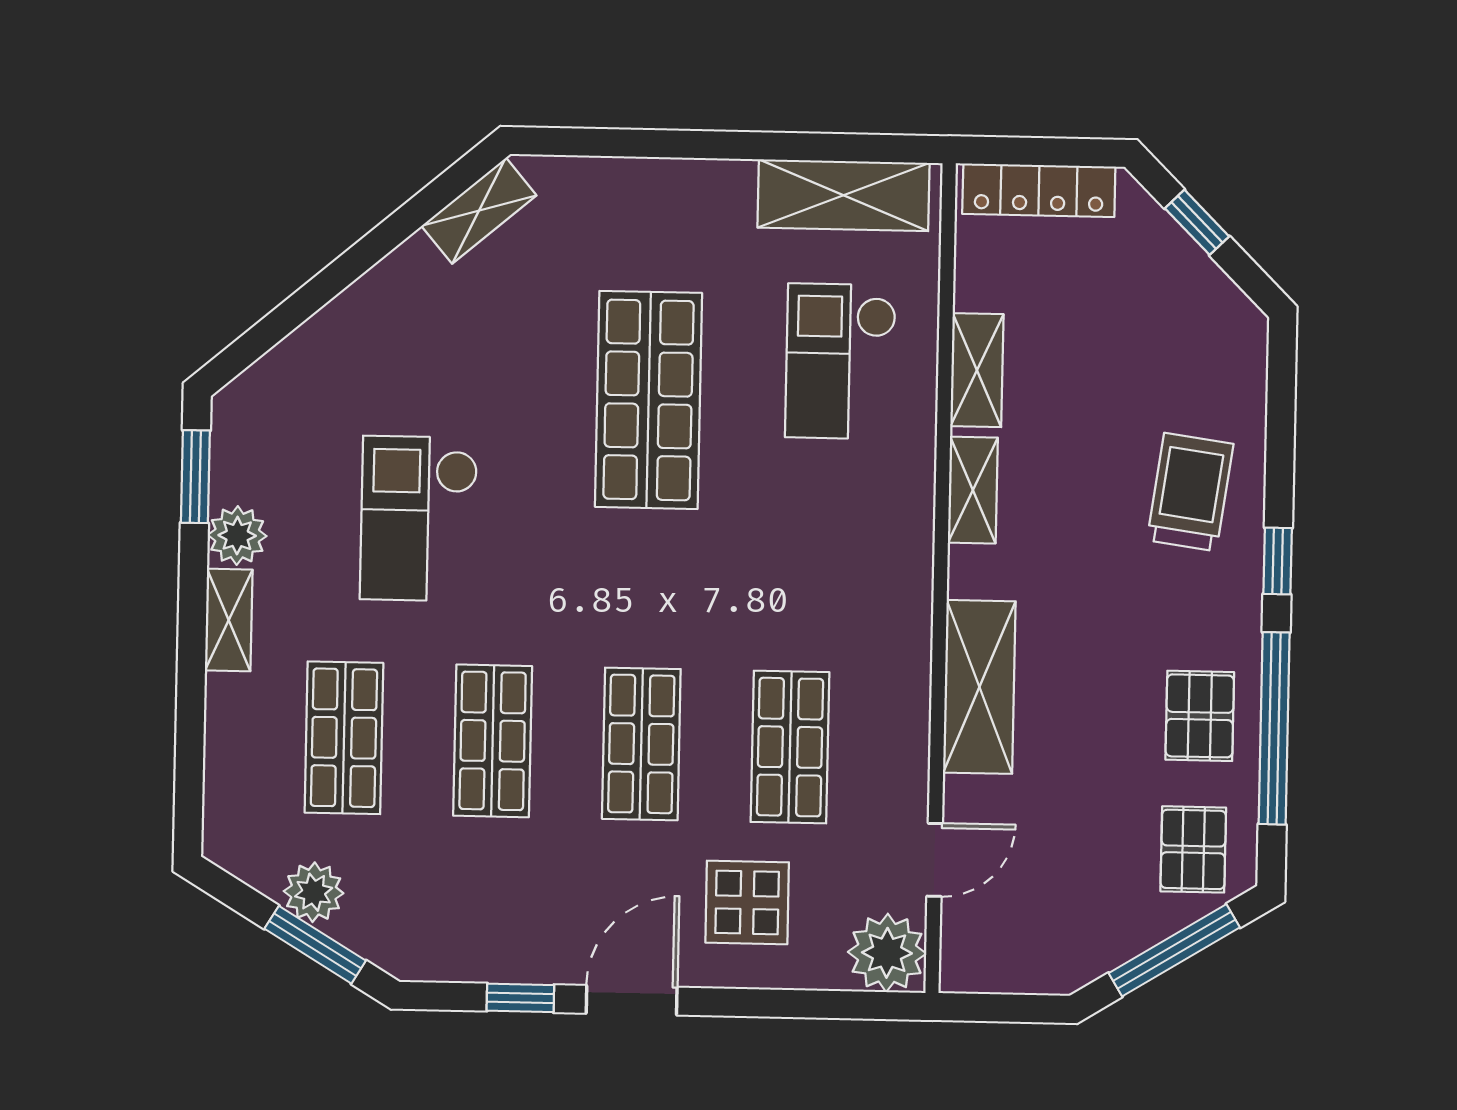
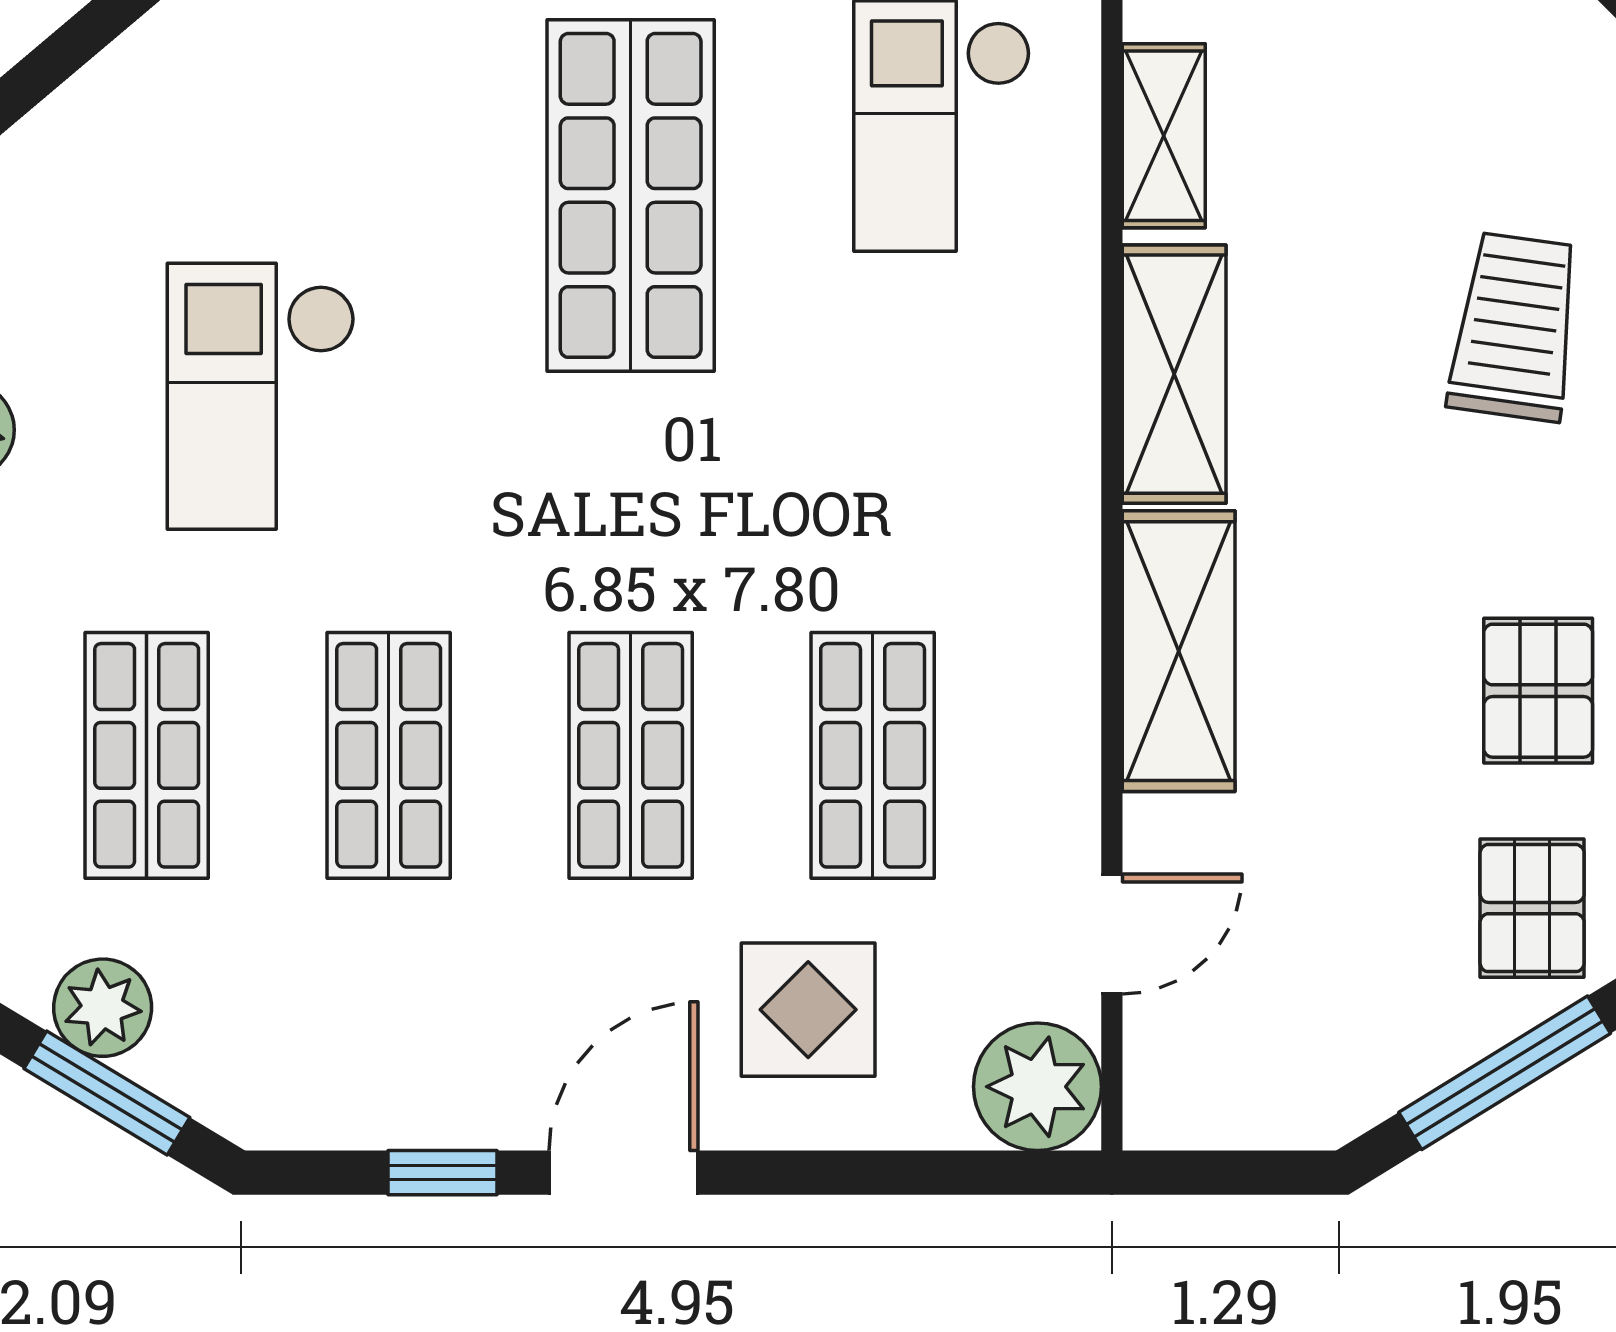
shelving: (973, 490) -> (1174, 374), width x1.50, depth x1.33

